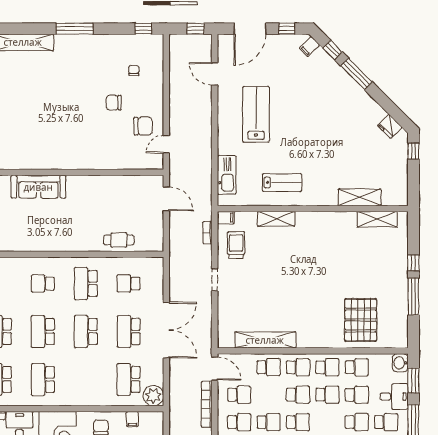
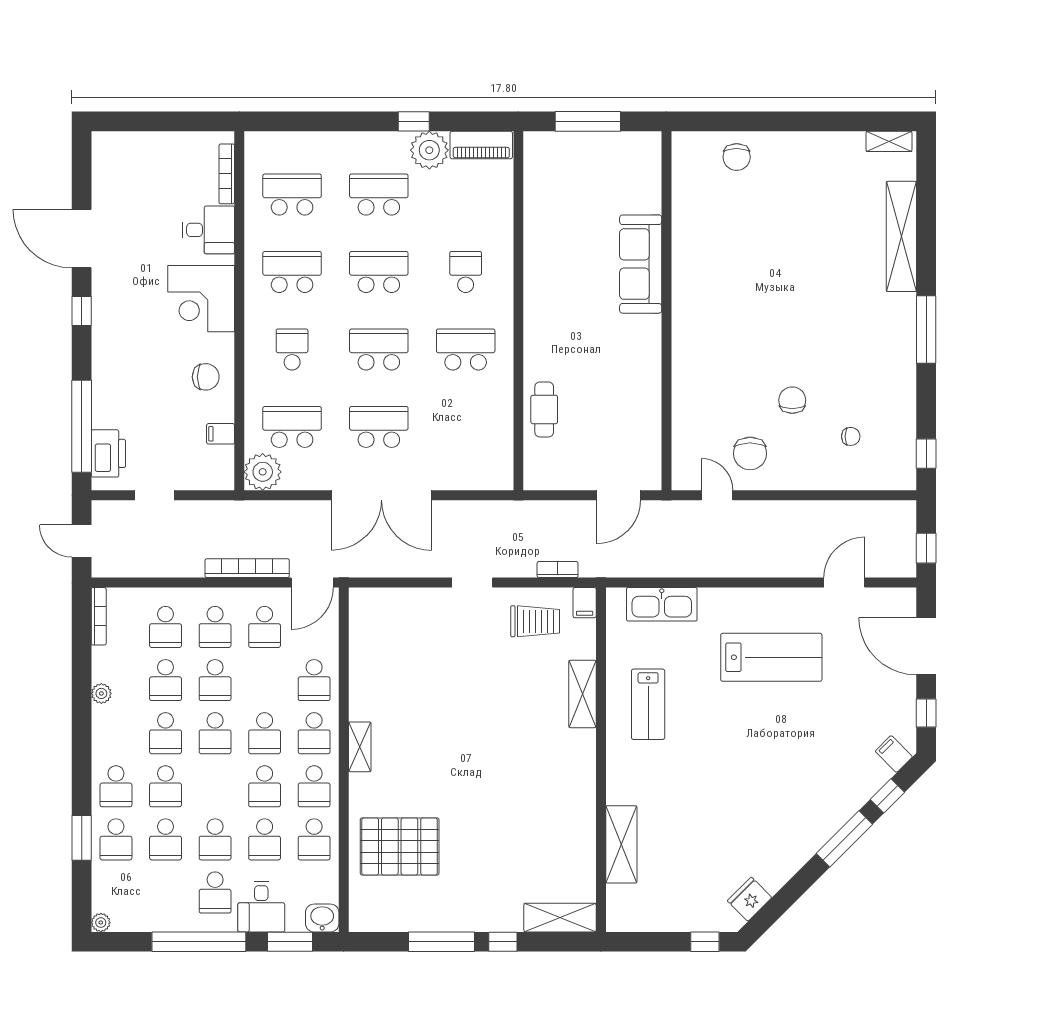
shelving: (377, 219) -> (560, 918), moved, turned 90
school desk: (129, 283) -> (292, 349), moved
shelving: (265, 340) -> (360, 747), moved, width x0.45, depth x0.75

